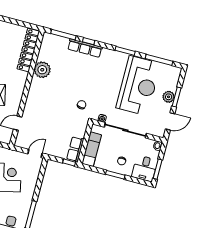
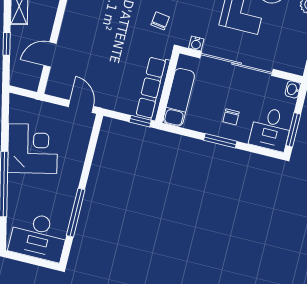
row of seats: (75, 149) -> (153, 88), width x1.48
door: (35, 153) -> (81, 107), hinge flipped

